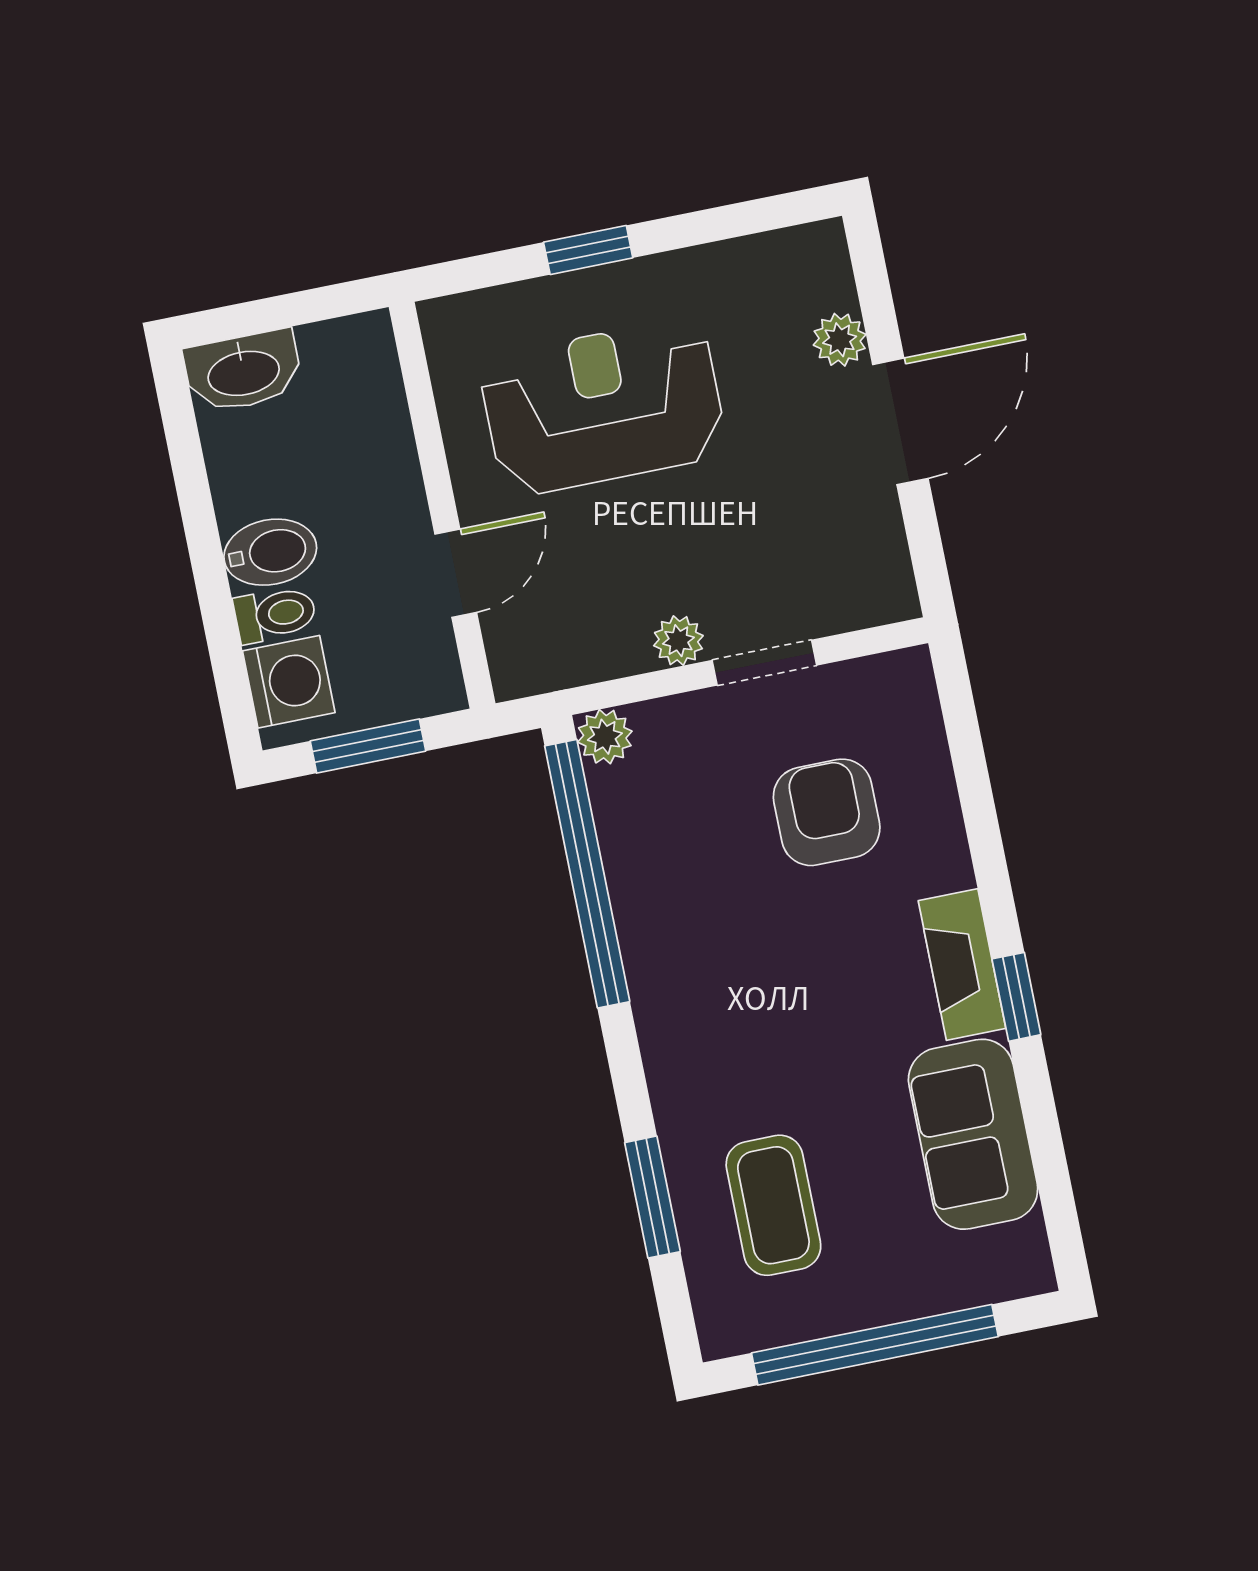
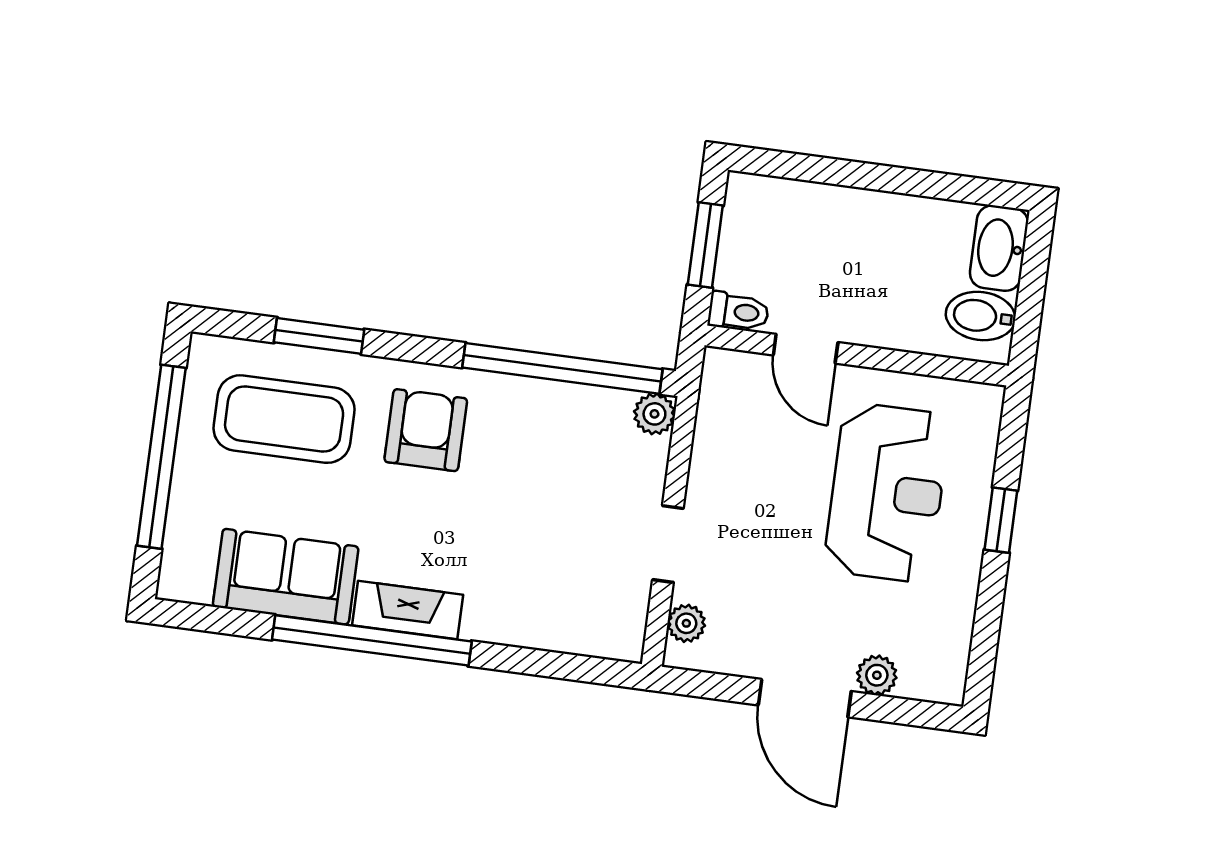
bidet: (270, 552) -> (981, 316), moved, turned 90
toilet: (275, 614) -> (738, 312), moved, turned -90
plant: (678, 641) -> (686, 623), moved
washing machine: (289, 682) -> (770, 205), removed
armchair: (827, 812) -> (426, 430), moved, turned -90
window: (1016, 997) -> (372, 640), width x3.17
coffee table: (773, 1205) -> (284, 419), width x1.36, depth x1.32

